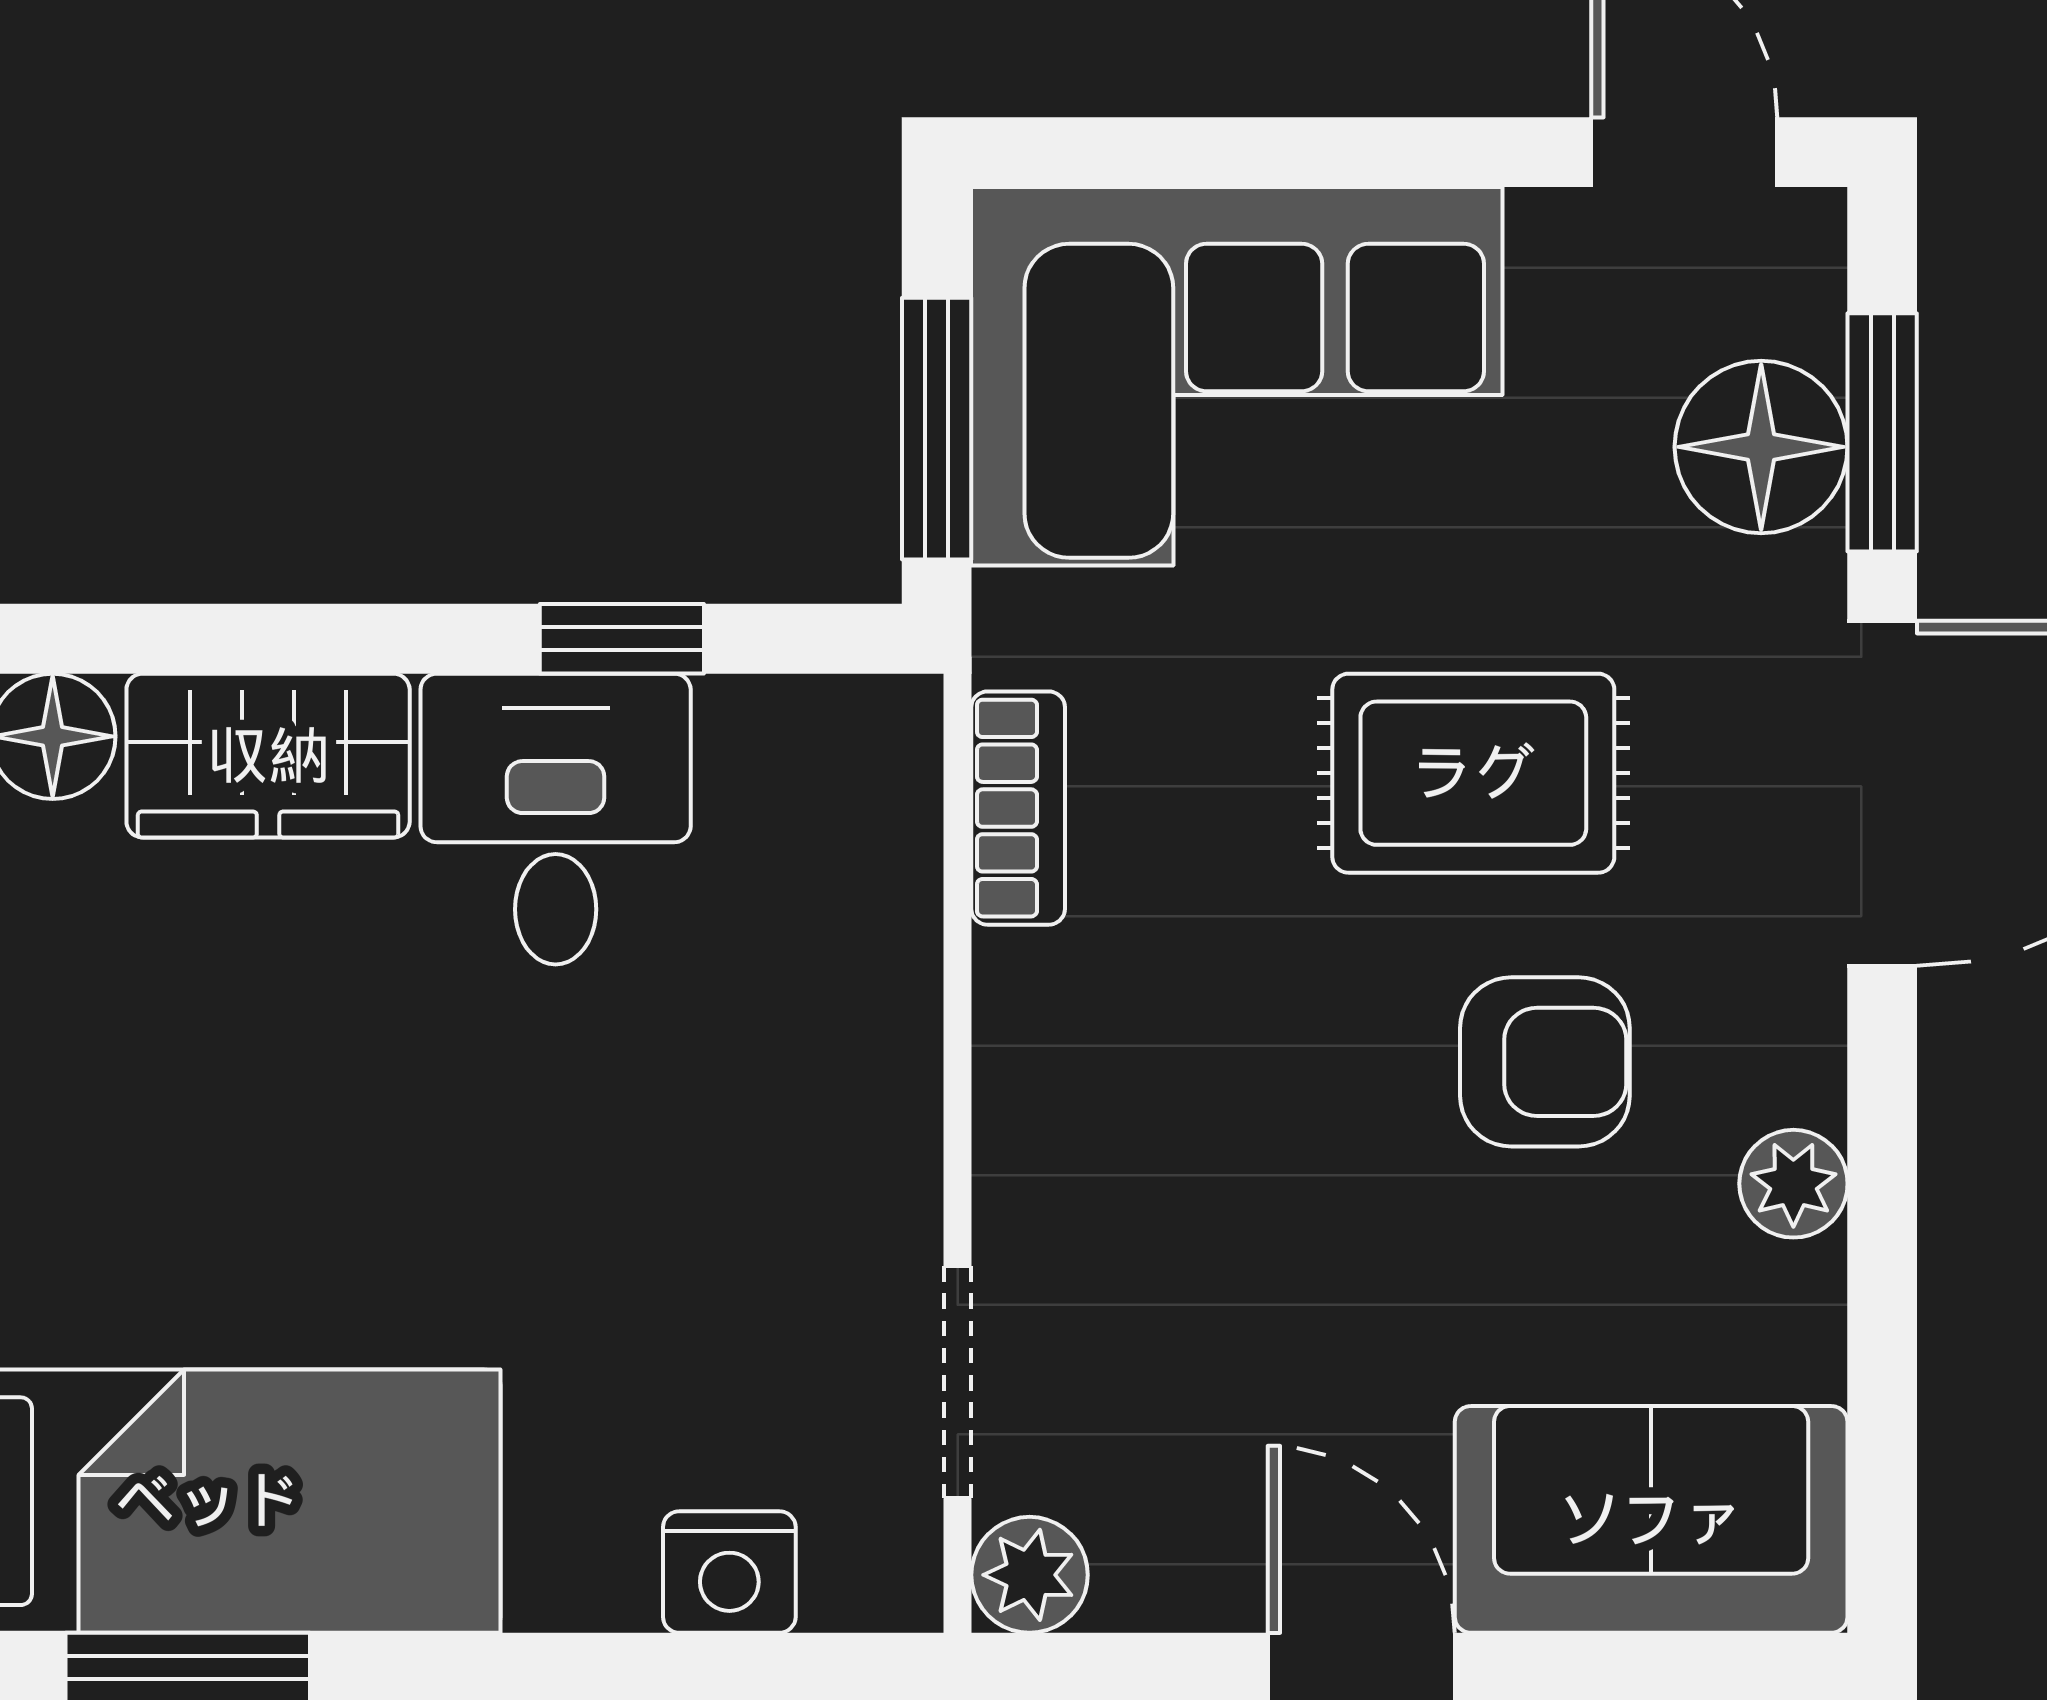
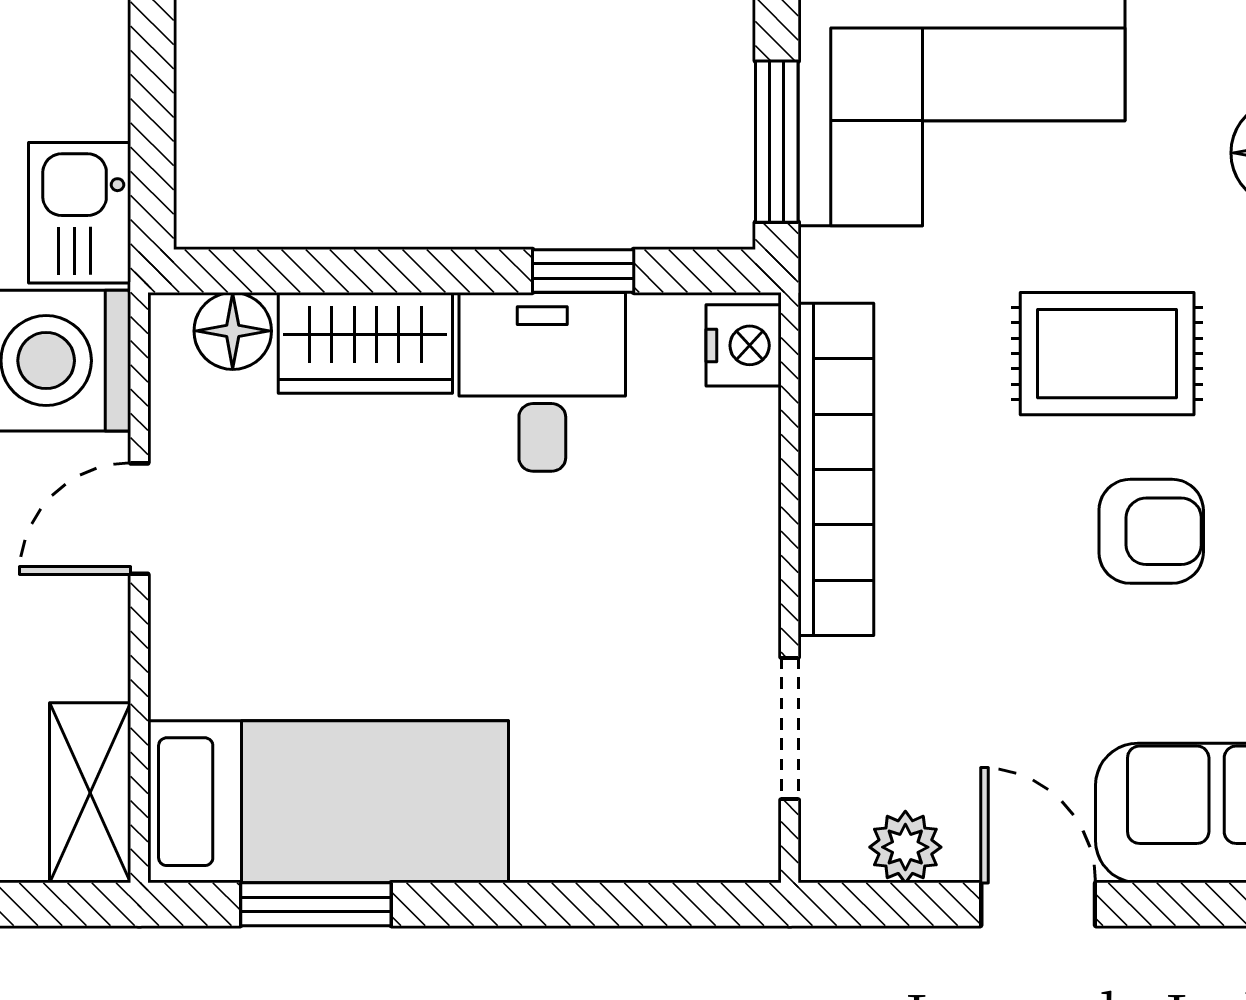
bookcase: (1018, 808) -> (836, 469), width x2.31, depth x1.31
nightstand: (729, 1572) -> (744, 345), moved, turned -90
plant: (1030, 1575) -> (905, 847), moved

